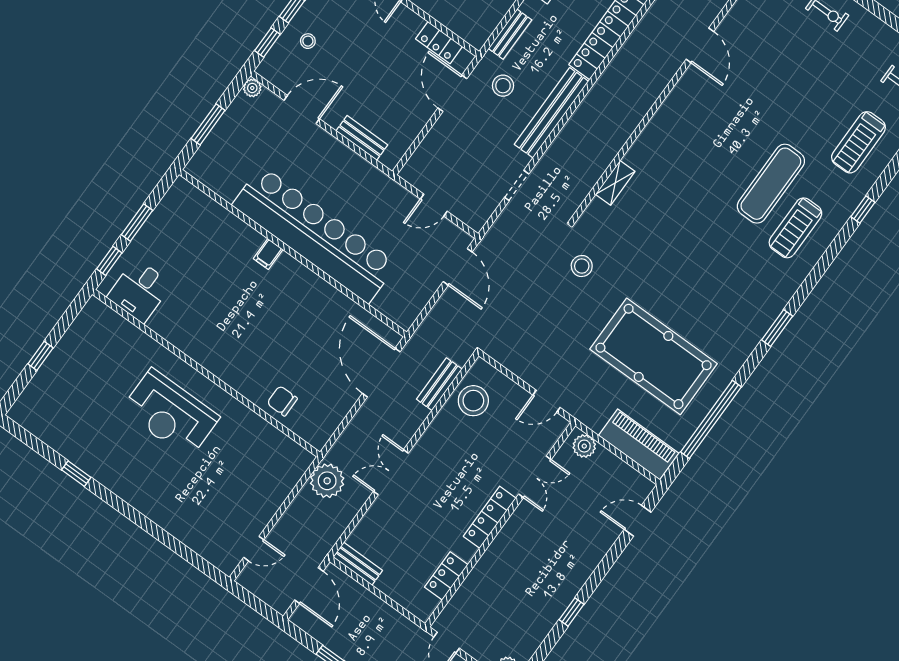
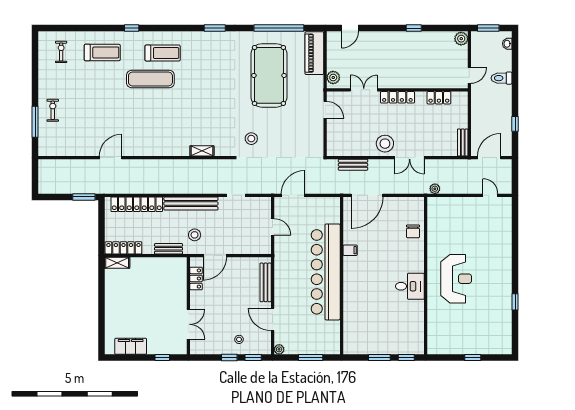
bench: (362, 138) -> (266, 282), width x1.36
filing cabinet: (268, 254) -> (350, 250), moved
desk: (139, 291) -> (410, 286), moved
stool: (473, 401) -> (385, 144), moved
plant: (327, 481) -> (435, 189), width x0.53, depth x0.53
door: (638, 521) -> (350, 28), hinge flipped

